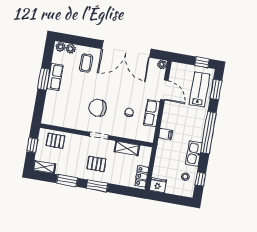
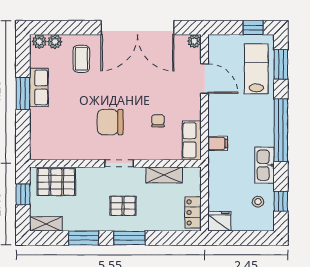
row of seats: (152, 113) -> (192, 140), moved
pallet: (56, 141) -> (56, 182), width x1.50, depth x1.42

